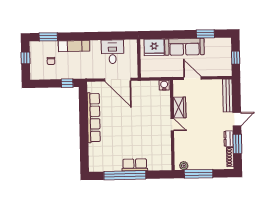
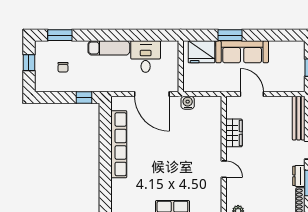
window: (205, 34) -> (230, 35), moved
exam couch: (74, 46) -> (109, 48), moved
water cooler: (164, 85) -> (188, 103), moved
door: (172, 125) -> (224, 169), moved

